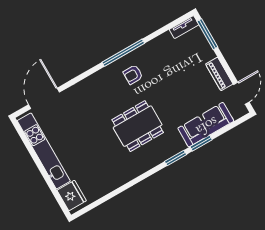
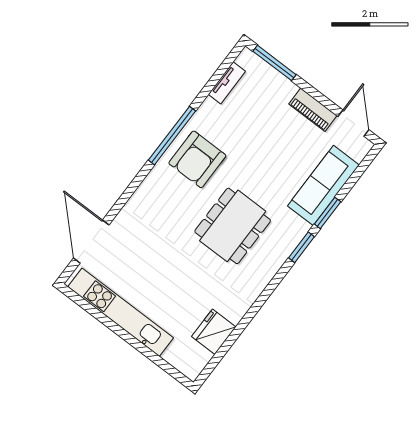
tv unit: (184, 27) -> (227, 83), moved
armchair: (133, 75) -> (197, 159), width x1.88, depth x1.88
fridge: (72, 195) -> (214, 332), moved, turned -90

